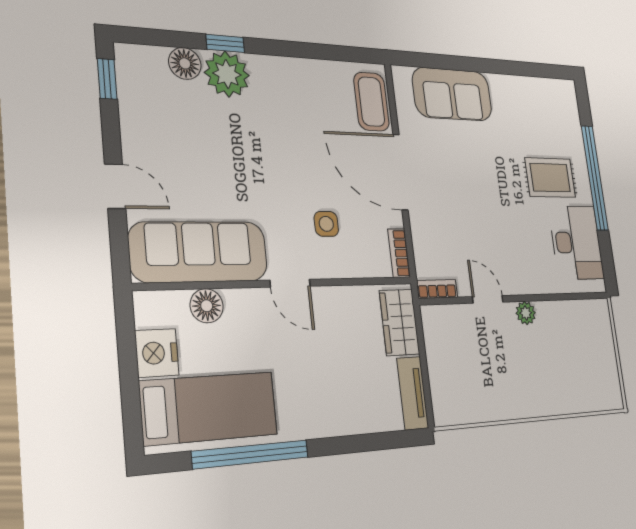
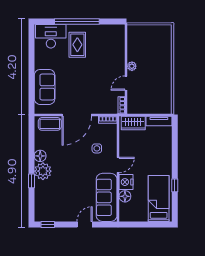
floor lamp: (185, 63) -> (40, 156), moved
plant: (227, 74) -> (43, 171), moved
desk: (576, 242) -> (51, 36), moved
nightstand: (157, 353) -> (126, 182), moved, turned 90
window: (251, 454) -> (175, 185), width x0.32

